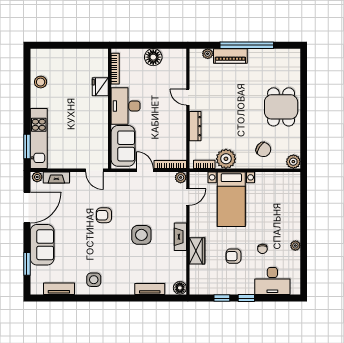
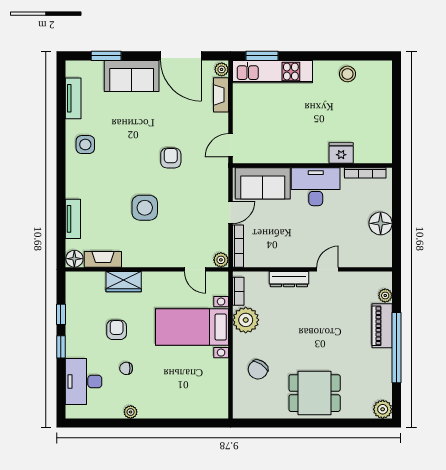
plant: (293, 162) -> (383, 409), moved
fireplace: (180, 237) -> (103, 259), moved

